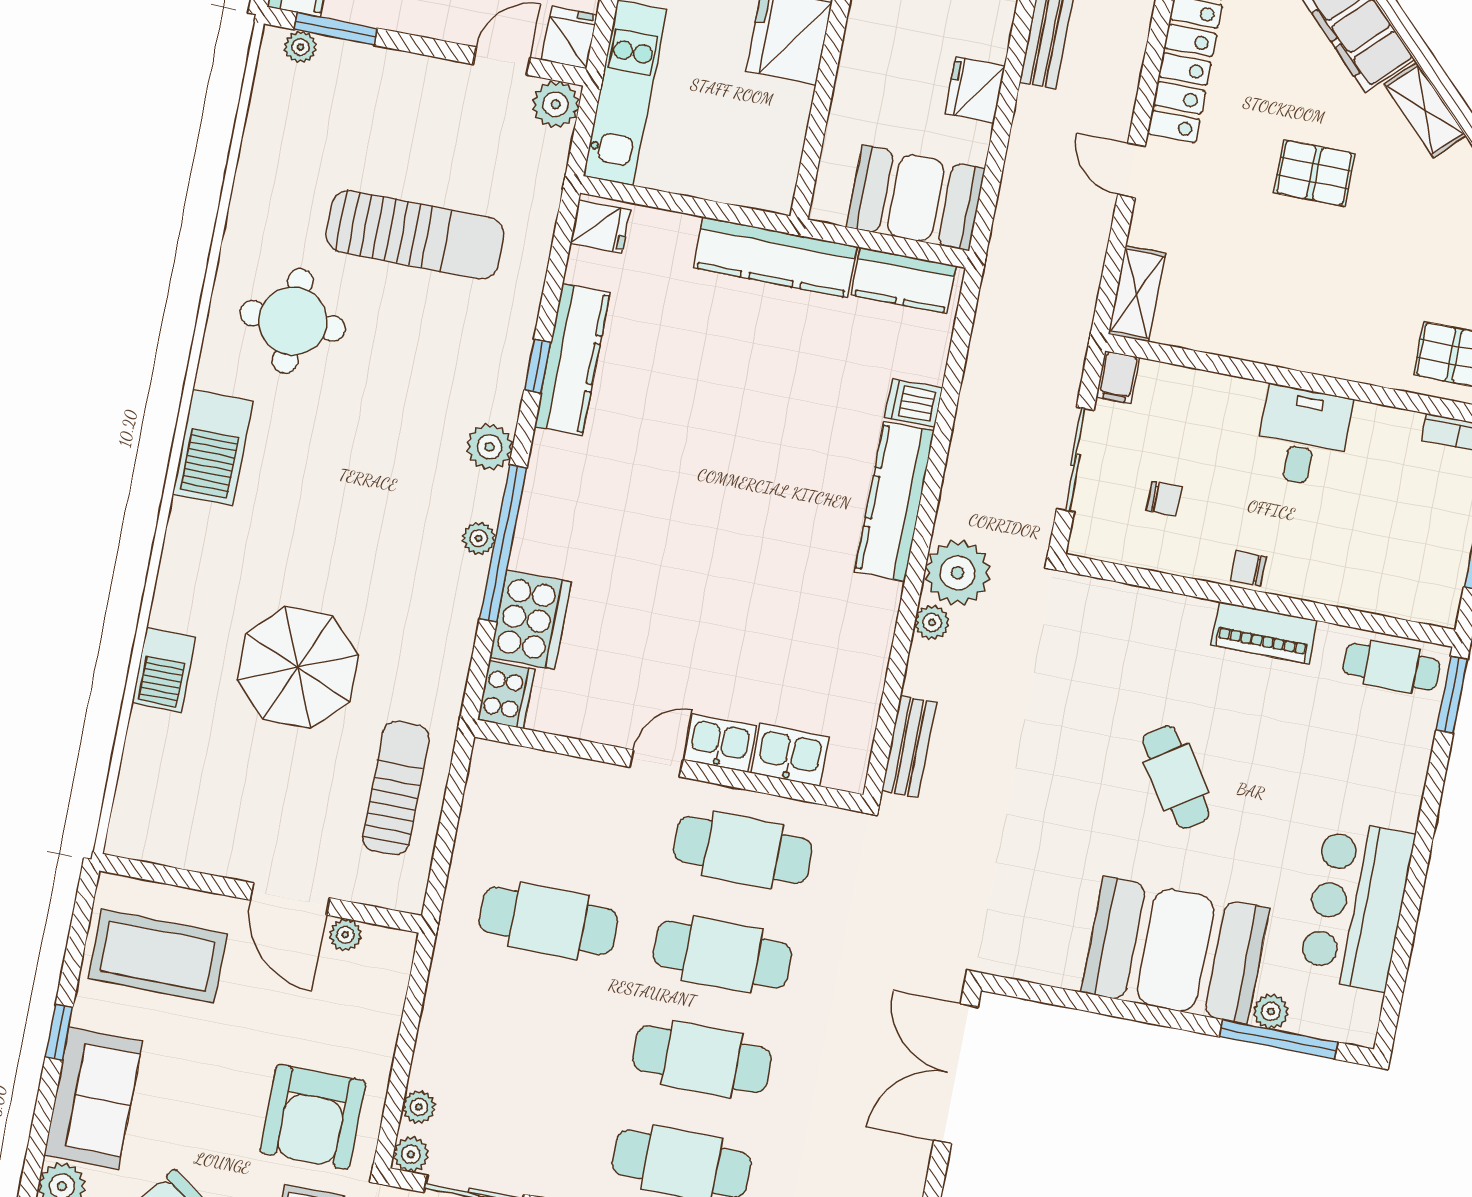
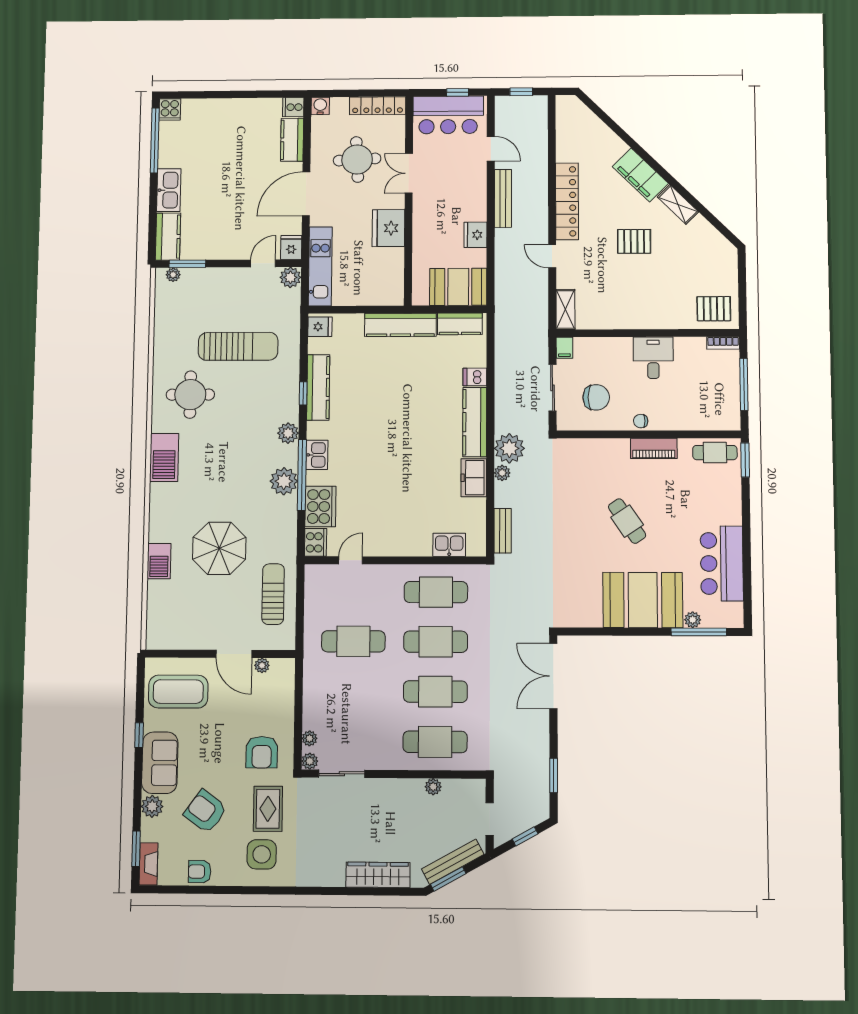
chair: (1164, 499) -> (596, 397), width x1.87, depth x1.87
plant: (479, 538) -> (284, 481), width x1.88, depth x1.88
freezer: (870, 621) -> (474, 478), added
kitchen sink: (720, 743) -> (317, 455), moved, turned 90
door: (656, 763) -> (351, 560), moved
armchair: (313, 1117) -> (262, 752), width x0.73, depth x0.73

